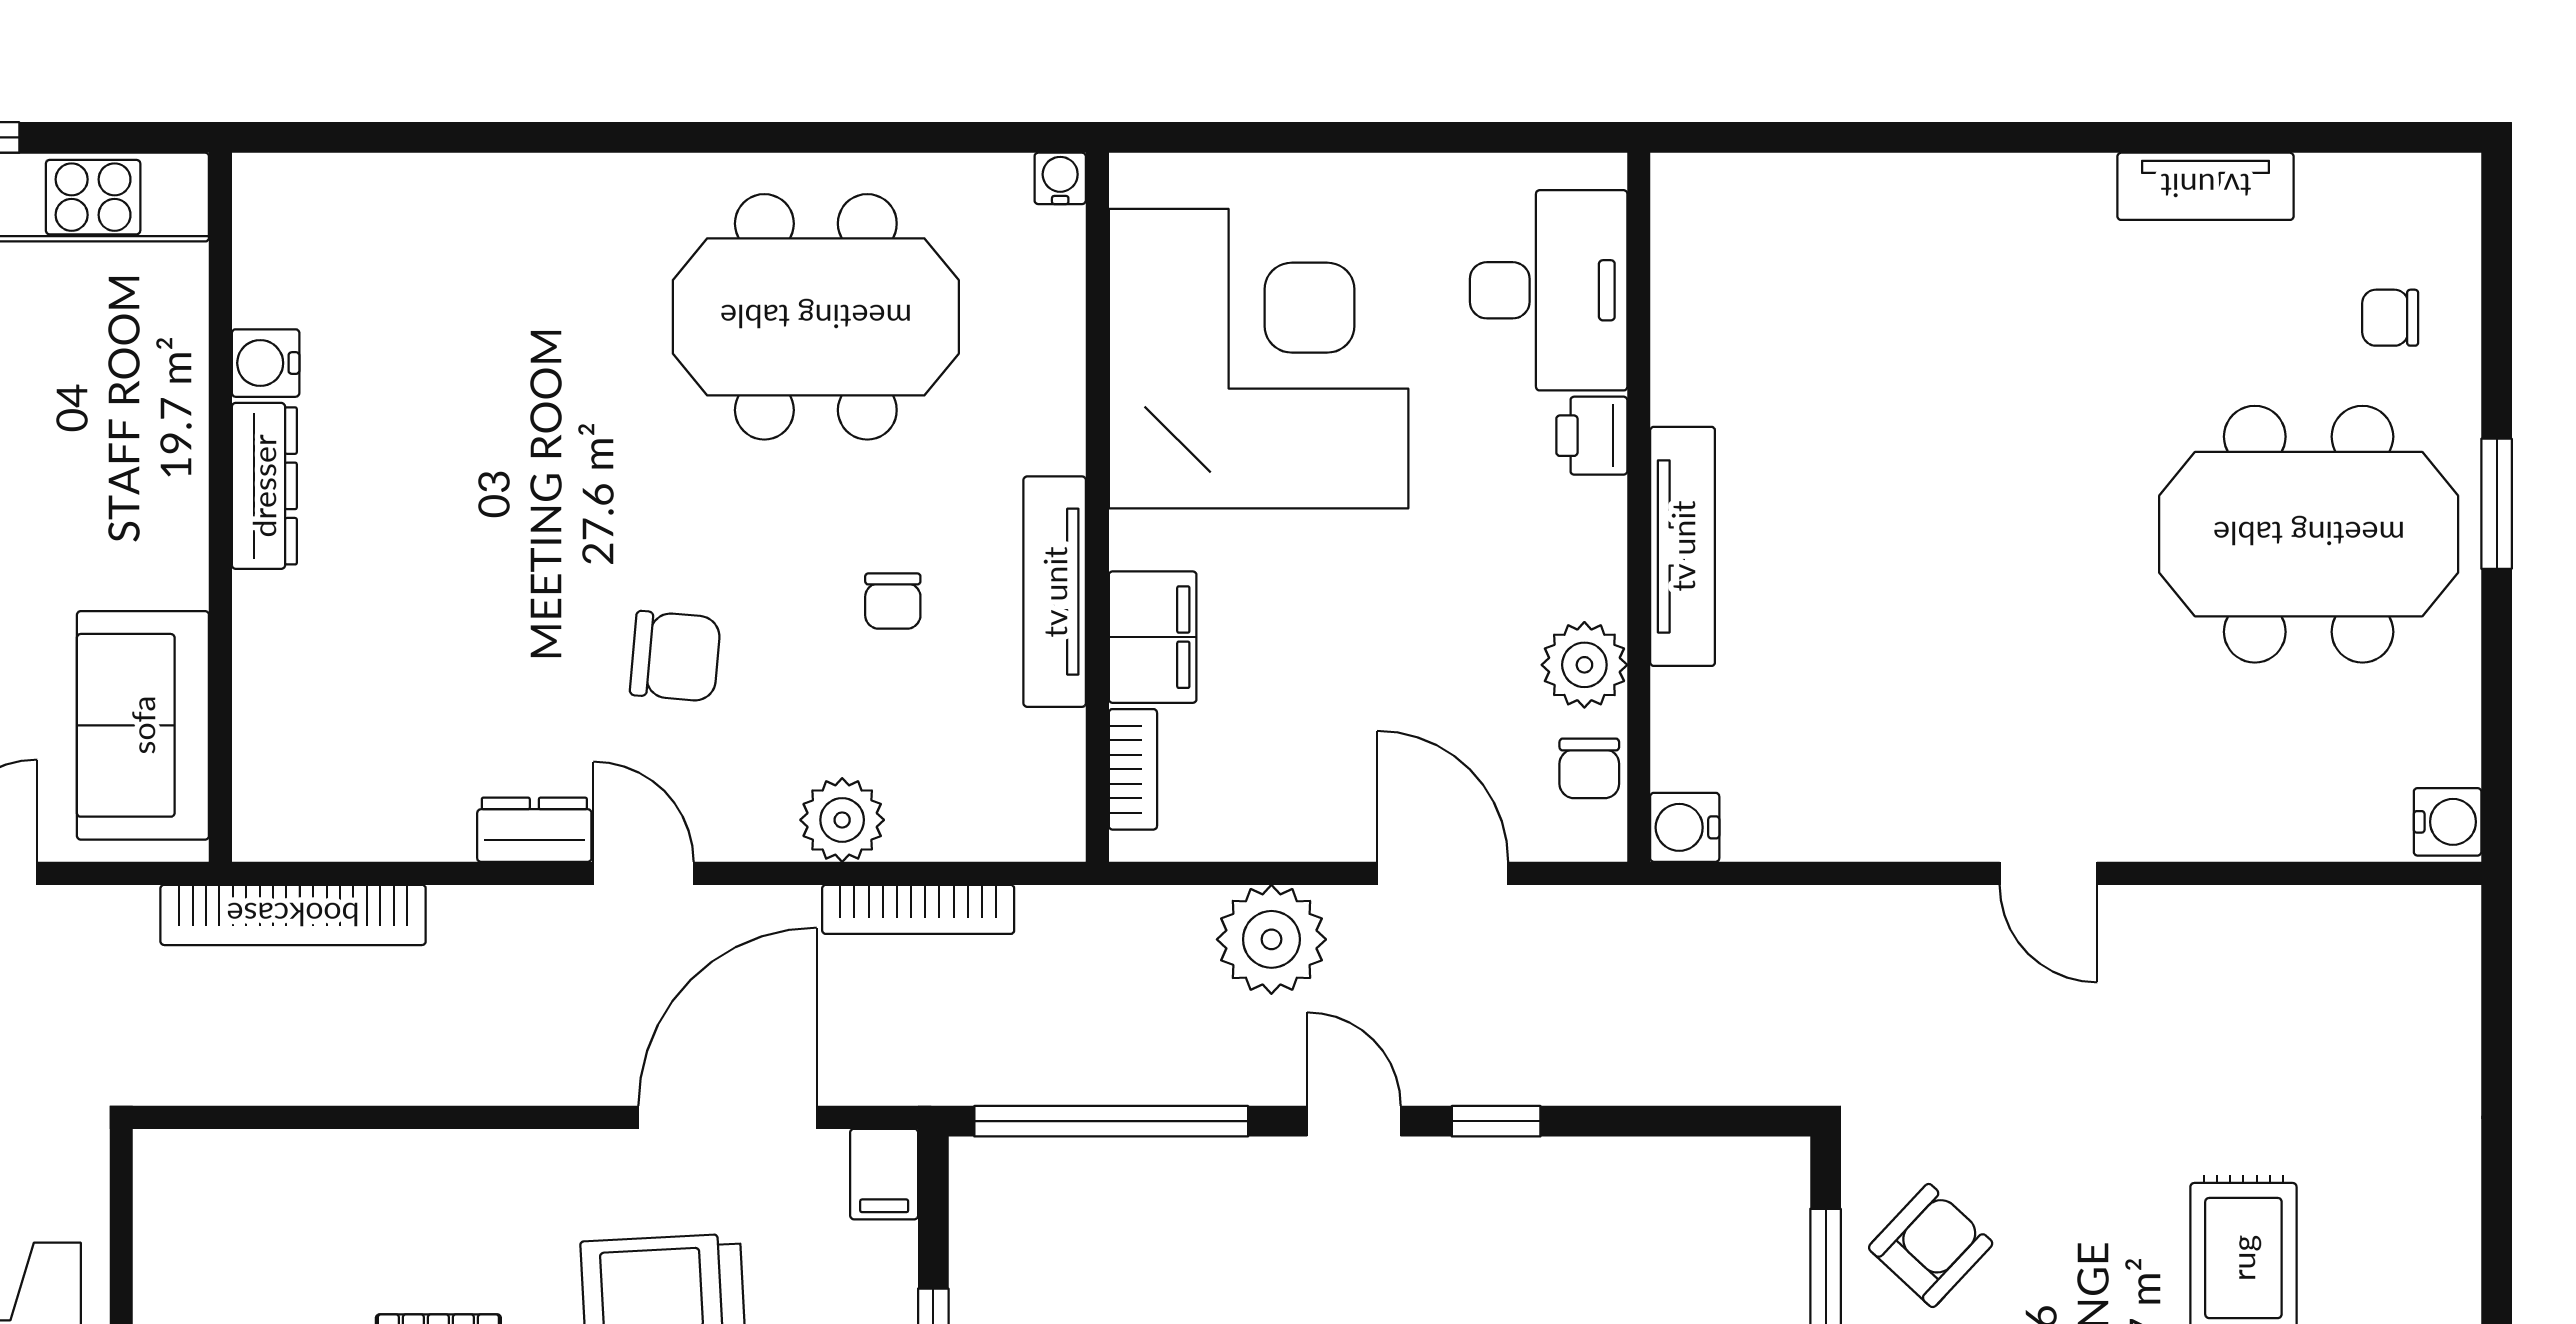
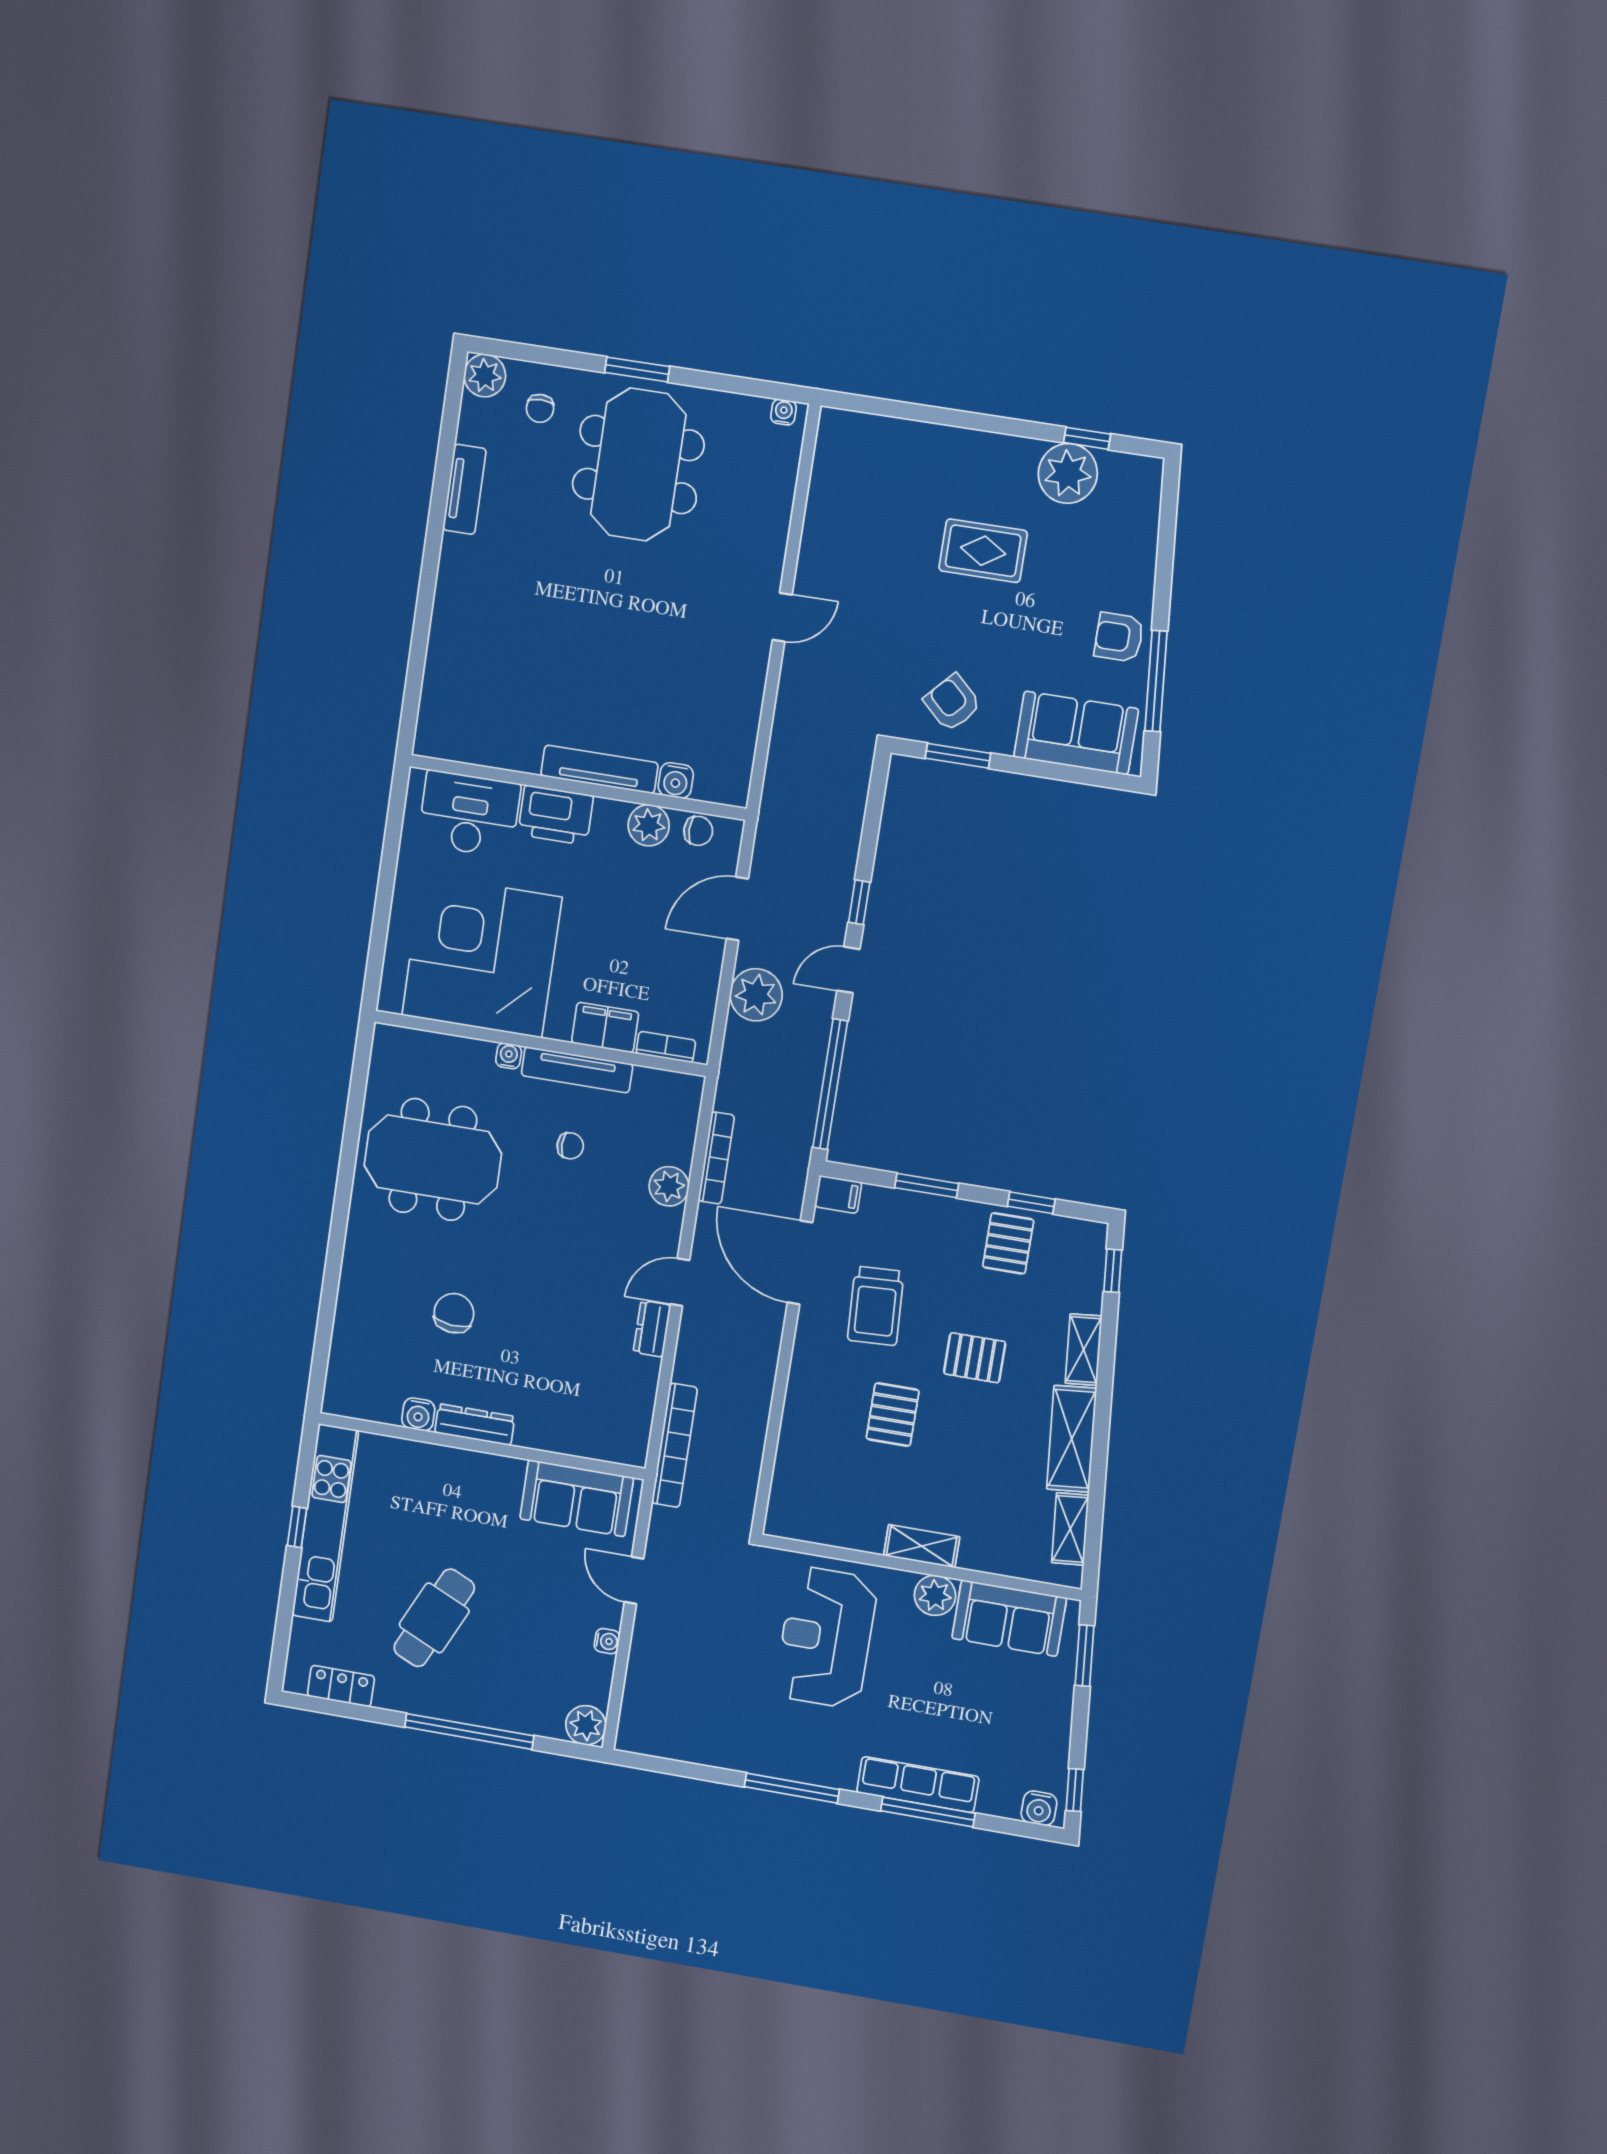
water cooler: (1060, 178) -> (509, 1056), moved, turned 90
plant: (2439, 196) -> (485, 376), added
meeting table: (816, 317) -> (433, 1160), turned 90
printer: (1592, 436) -> (556, 815), width x1.87, depth x1.48
chair: (675, 656) -> (454, 1313), moved
water cooler: (2448, 822) -> (784, 412), width x0.72, depth x0.72
water cooler: (1685, 827) -> (676, 780), moved

